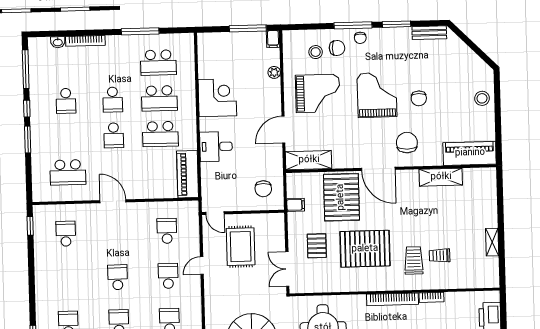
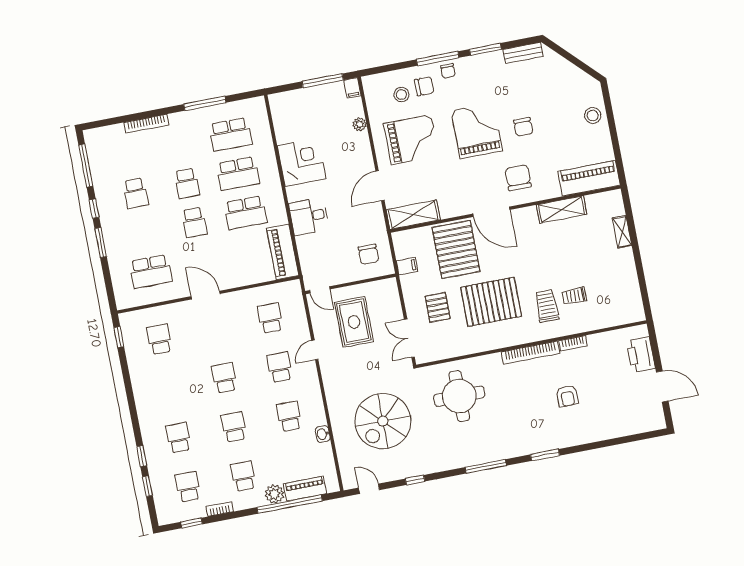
washbasin: (58, 42) -> (116, 130), removed
shelving: (492, 242) -> (622, 232), moved

